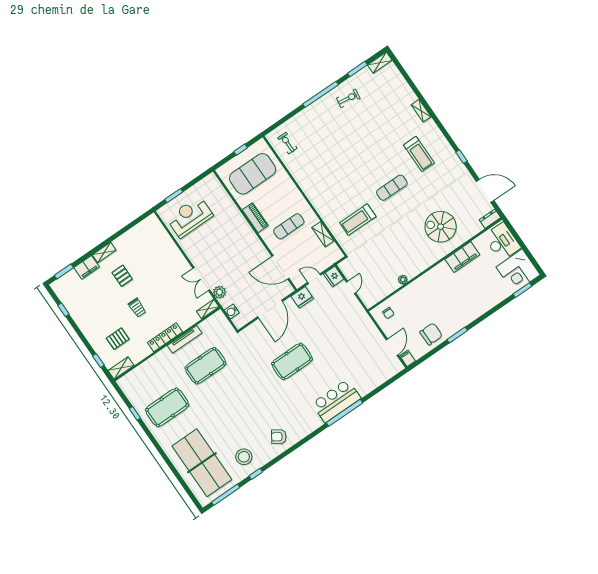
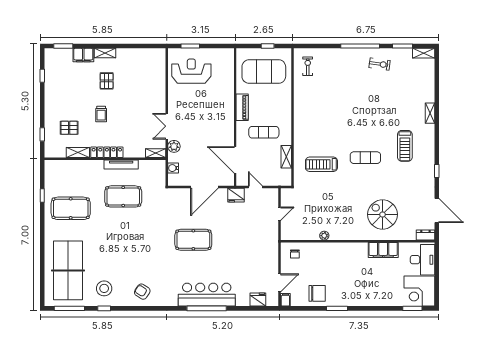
fridge: (334, 276) -> (258, 300), moved, turned 90
shelving: (121, 368) -> (78, 153), moved
bar counter: (336, 401) -> (207, 295), width x1.36

